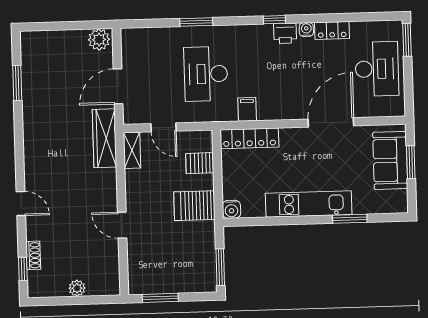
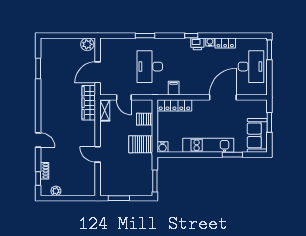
sofa: (390, 160) -> (257, 135), moved
plant: (77, 288) -> (56, 191), moved

